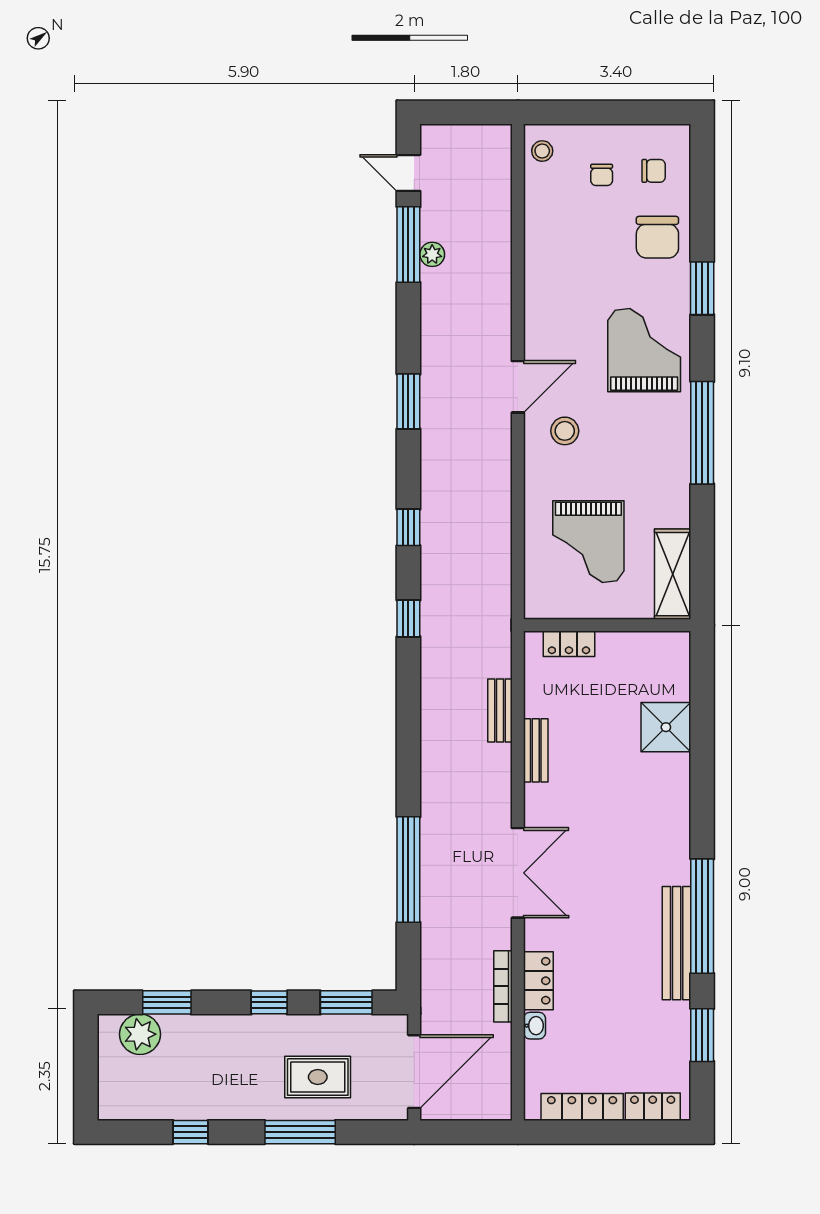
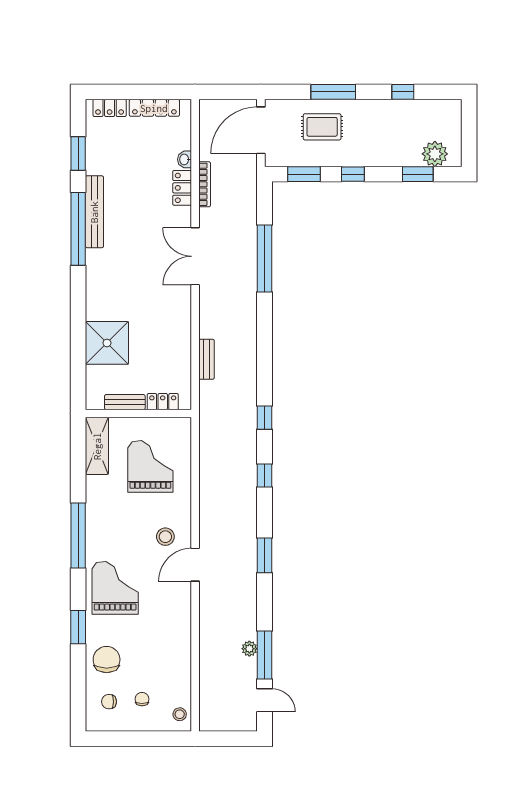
grand piano: (644, 350) -> (115, 588), turned 180
shower: (666, 727) -> (107, 343), width x1.37, depth x1.37
bench: (536, 750) -> (125, 402), moved, turned 90

